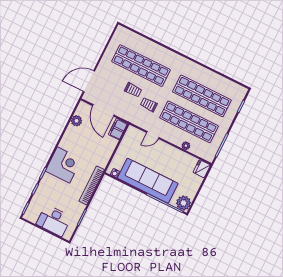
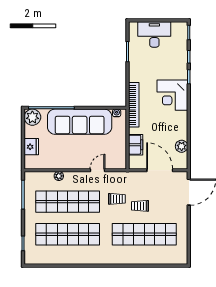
filing cabinet: (118, 129) -> (136, 145), moved
fridge: (202, 169) -> (31, 147), moved
bookcase: (92, 185) -> (134, 105), moved

